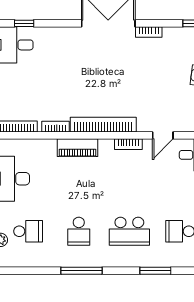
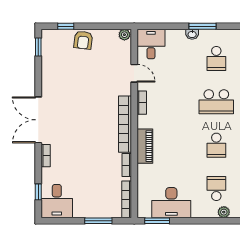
bookcase: (149, 32) -> (46, 156), moved
school desk: (79, 231) -> (216, 145), turned 90
school desk: (129, 231) -> (216, 102), turned 90

